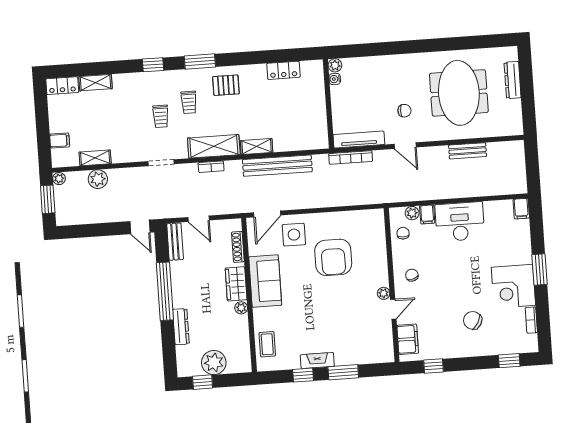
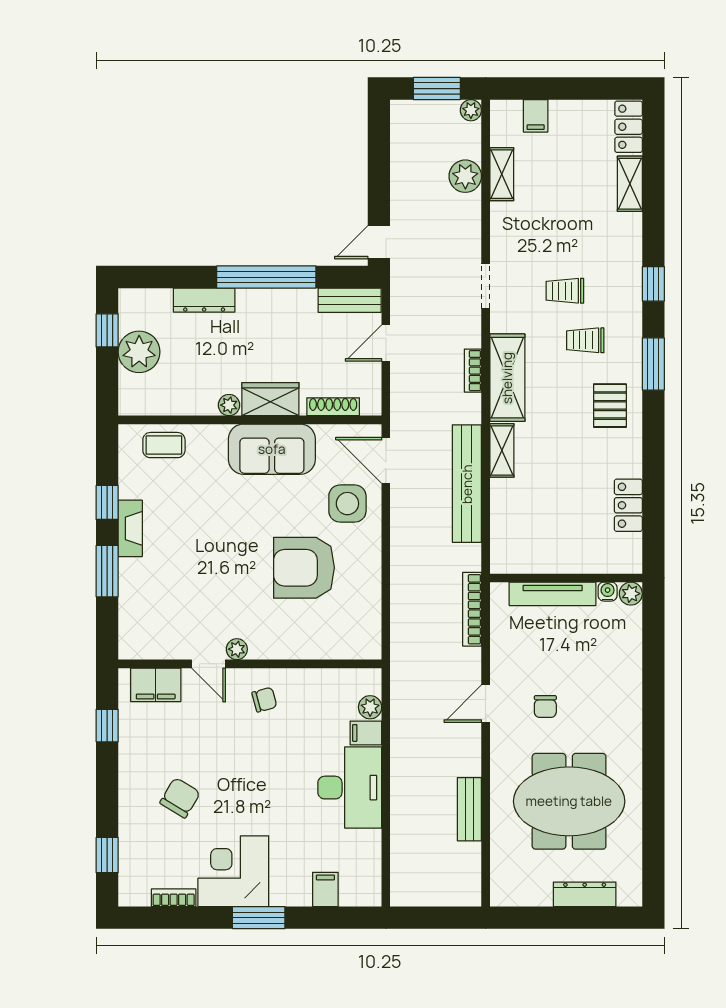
tv unit: (359, 140) -> (553, 594), moved, turned 90
filing cabinet: (521, 209) -> (325, 889), moved, turned 90
chair: (403, 233) -> (337, 689), removed

